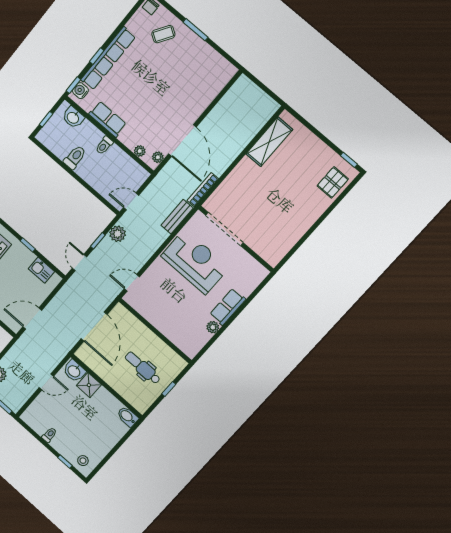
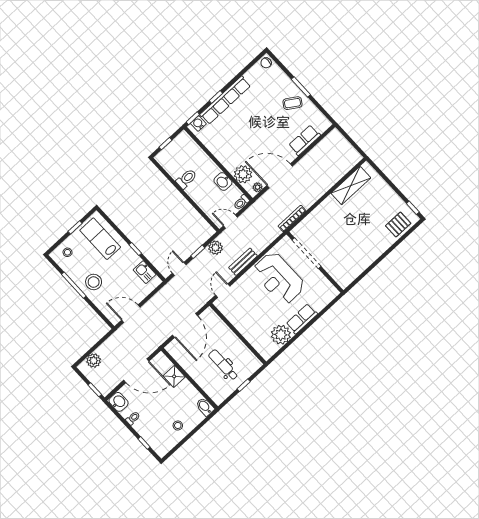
coffee table: (163, 34) -> (293, 103), moved
washbasin: (73, 117) -> (223, 181), moved
row of seats: (108, 119) -> (305, 140), moved, turned -90
door: (182, 141) -> (280, 176), swing flipped
toilet: (104, 145) -> (241, 202), moved
plant: (140, 151) -> (243, 174), width x1.87, depth x1.87
bench: (177, 217) -> (243, 262), moved
reception desk: (195, 262) -> (279, 278), turned 180
door: (132, 283) -> (223, 291), hinge flipped
plant: (213, 327) -> (281, 335), width x1.88, depth x1.88
washbasin: (74, 371) -> (119, 402), moved, turned 180
door: (46, 382) -> (136, 371), width x1.88
stool: (83, 461) -> (178, 425), moved

